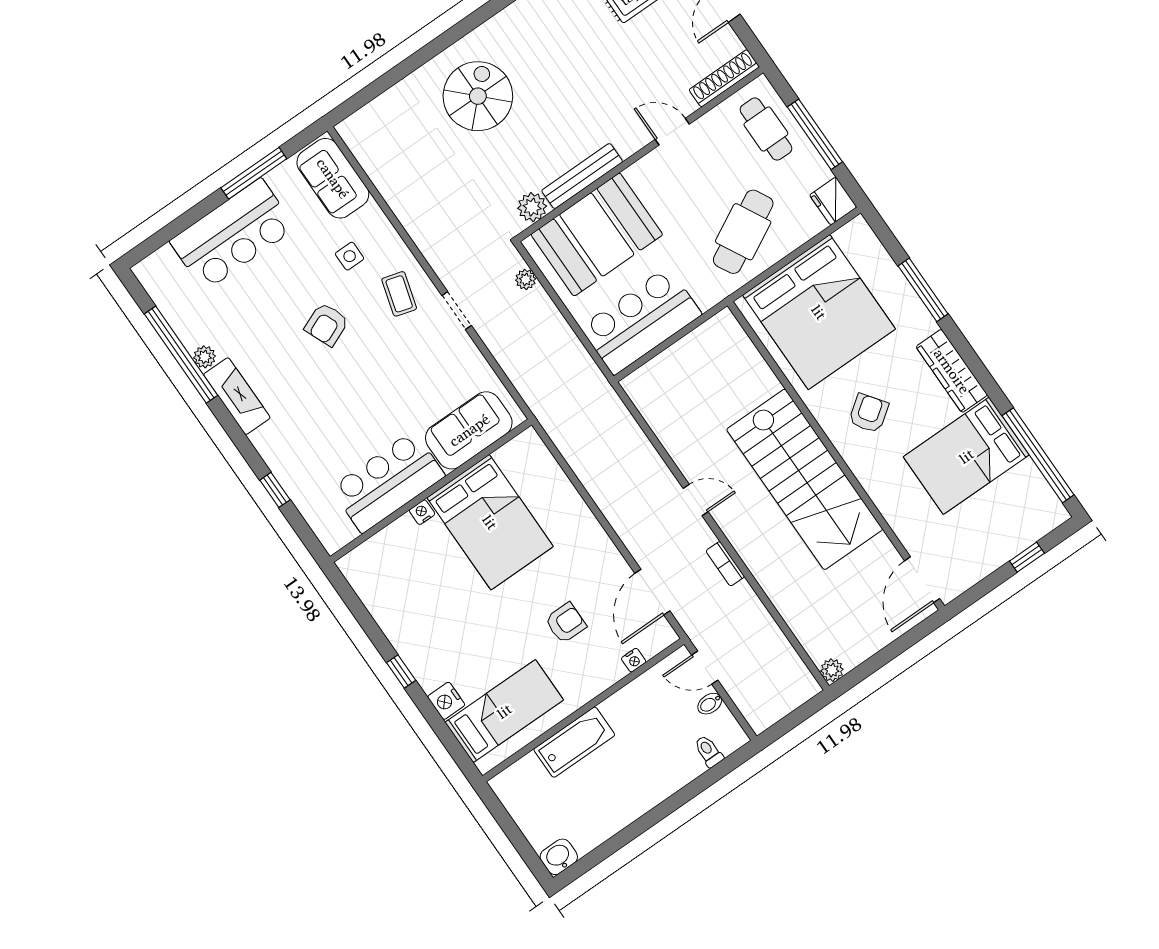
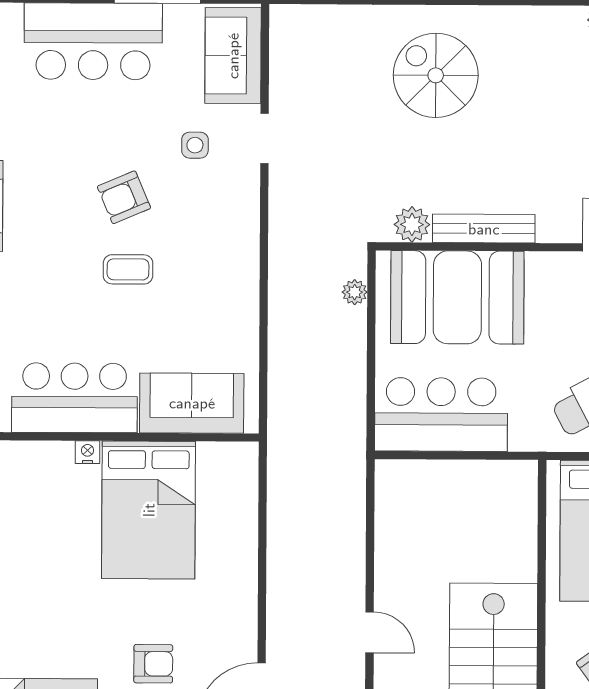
spiral stairs: (478, 96) -> (436, 75), turned -90
coffee table: (399, 294) -> (128, 269), moved, turned 74
doorway: (457, 310) -> (264, 138), moved

